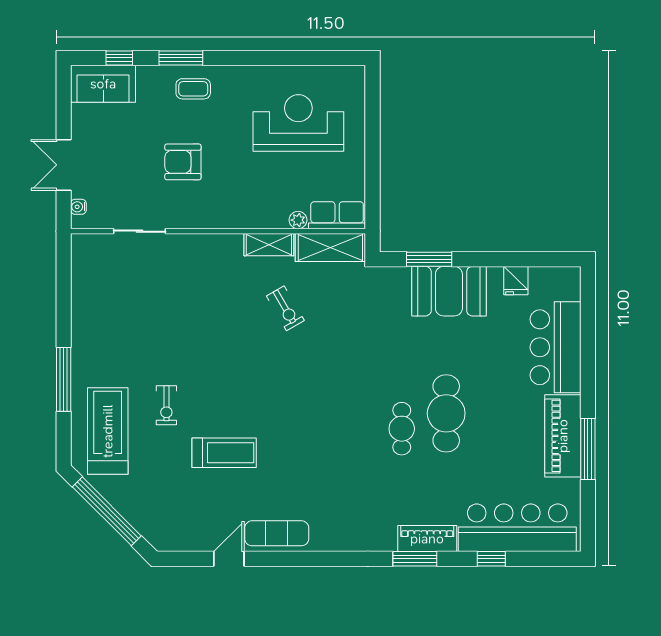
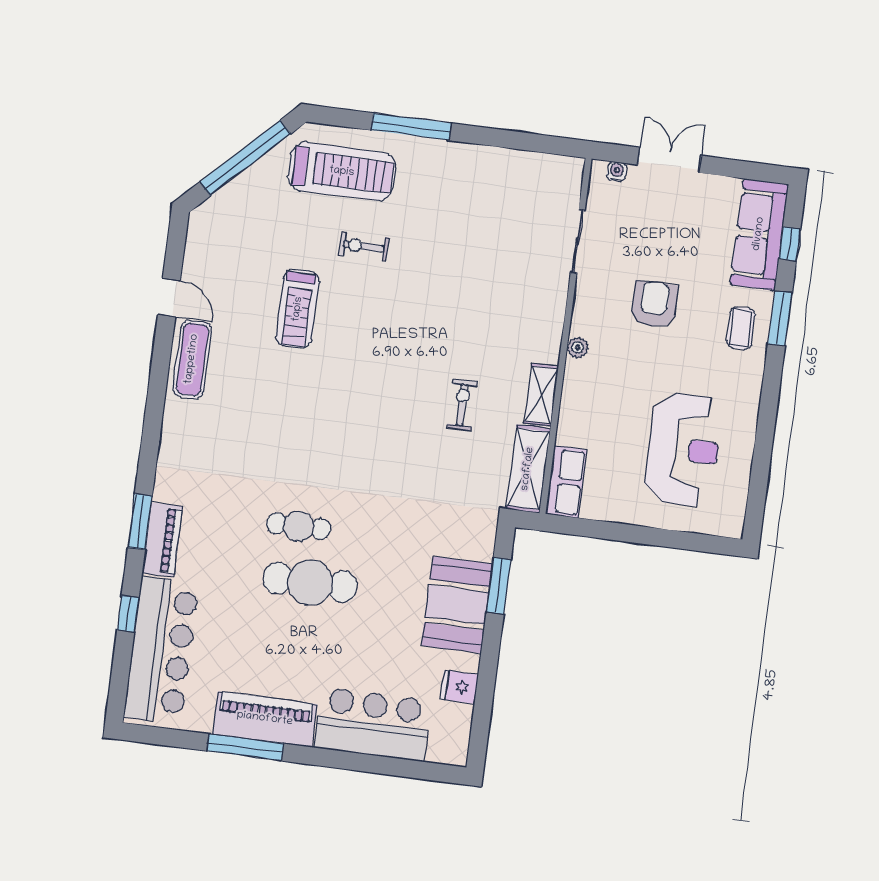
sofa: (103, 84) -> (759, 234), width x1.36
plant: (298, 220) -> (578, 347), moved
exercise bike: (285, 308) -> (462, 405), turned 120

